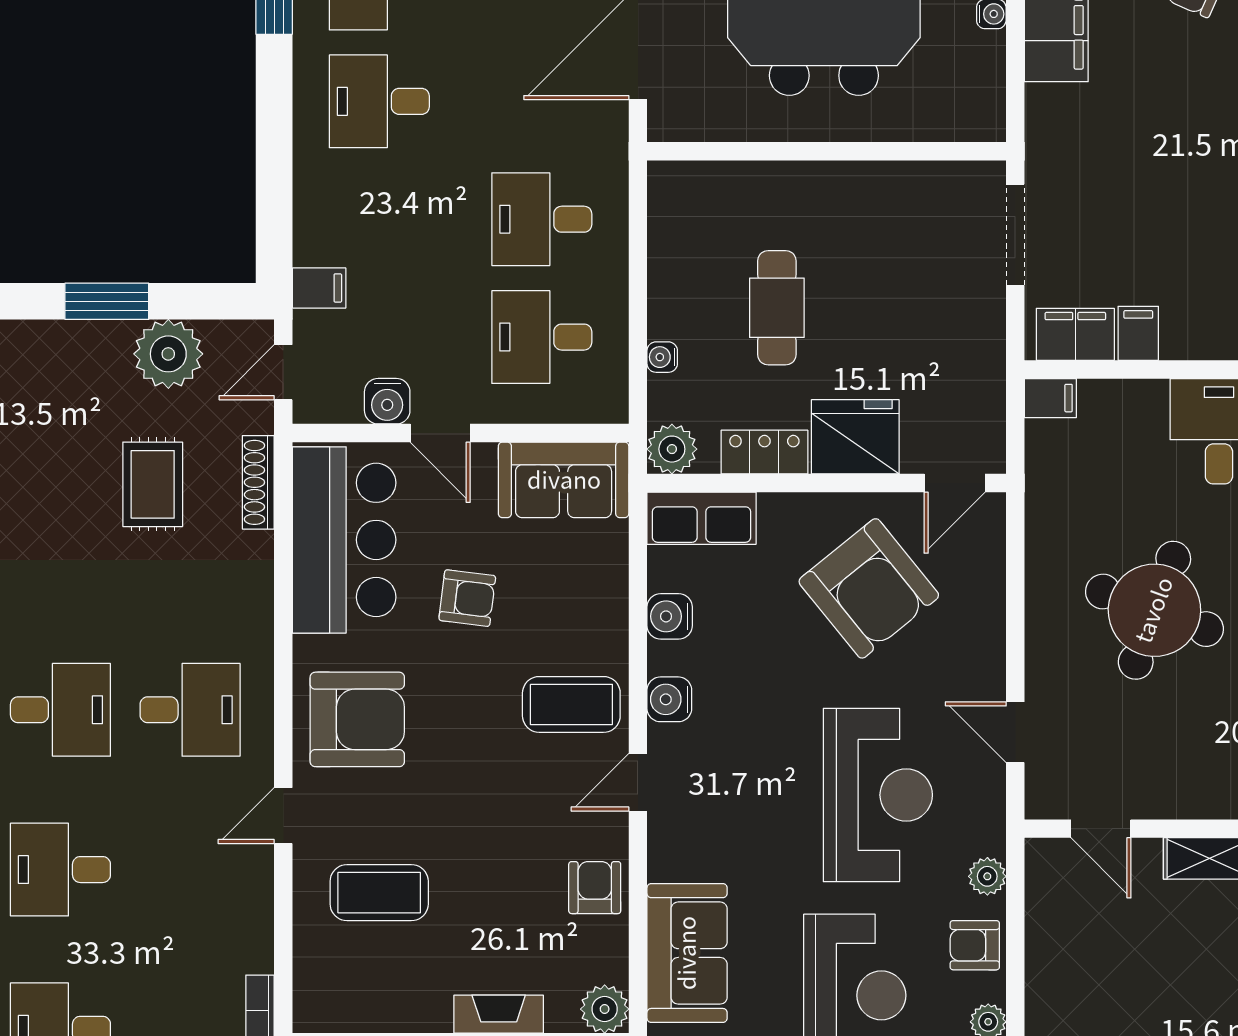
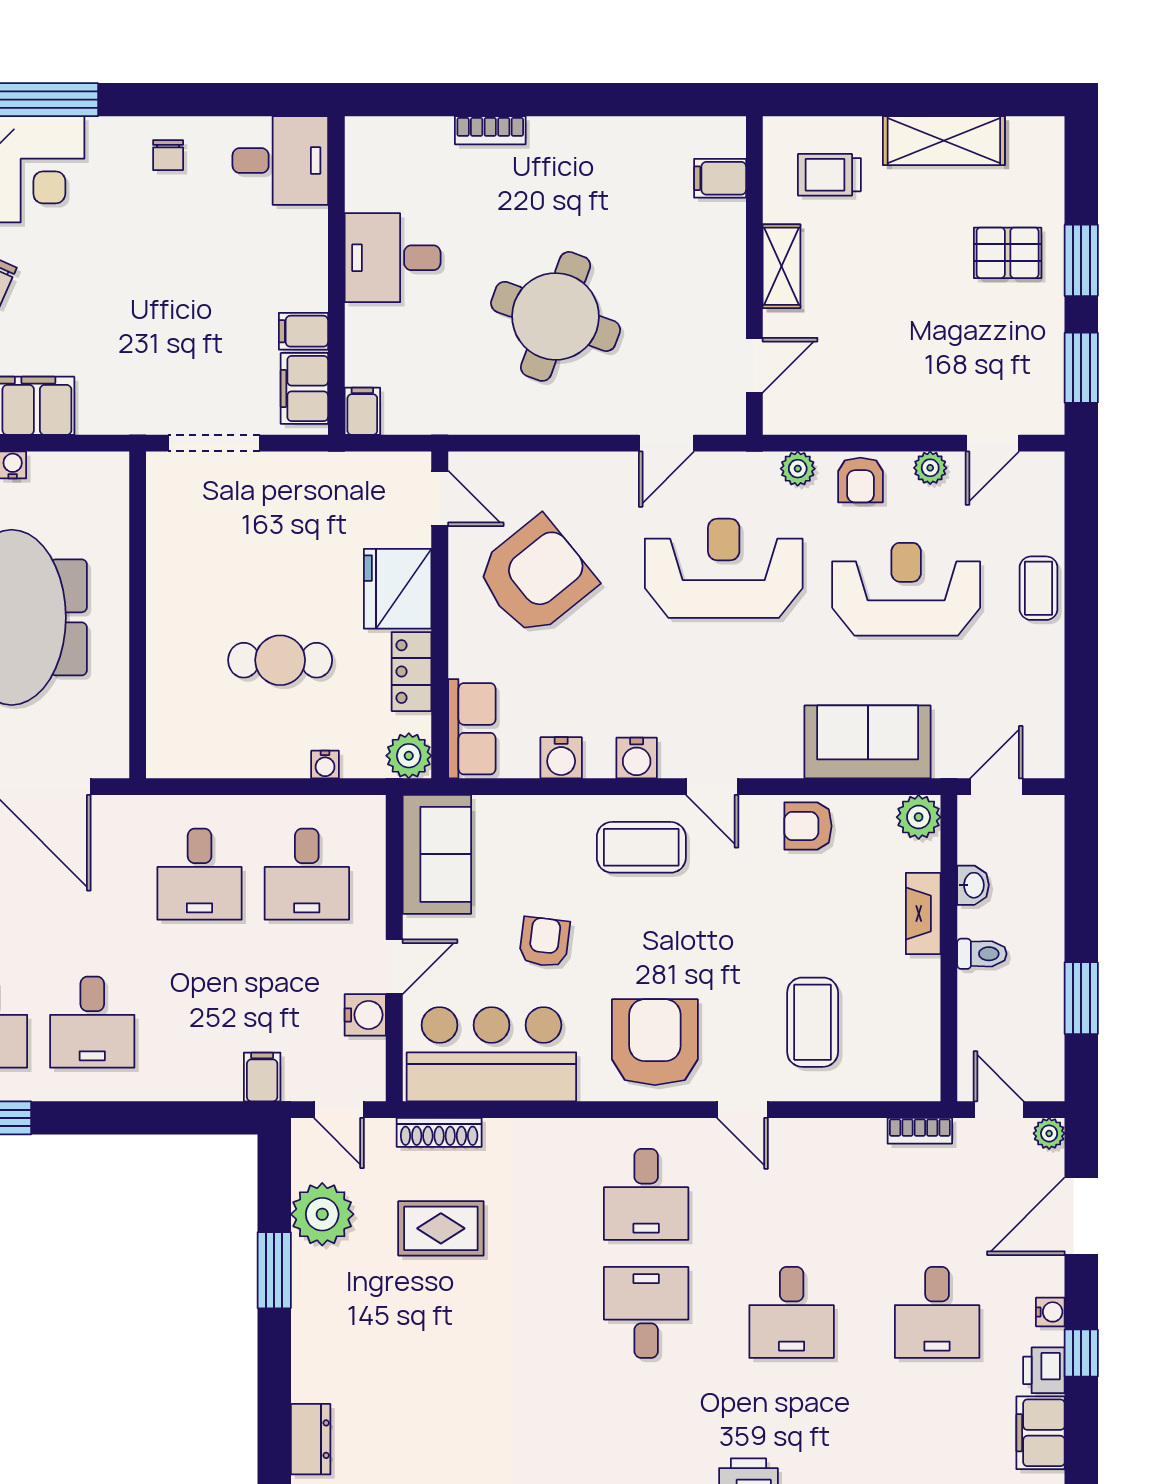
coffee table: (571, 704) -> (641, 847), turned 90
desk: (190, 710) -> (646, 1194), turned 180

